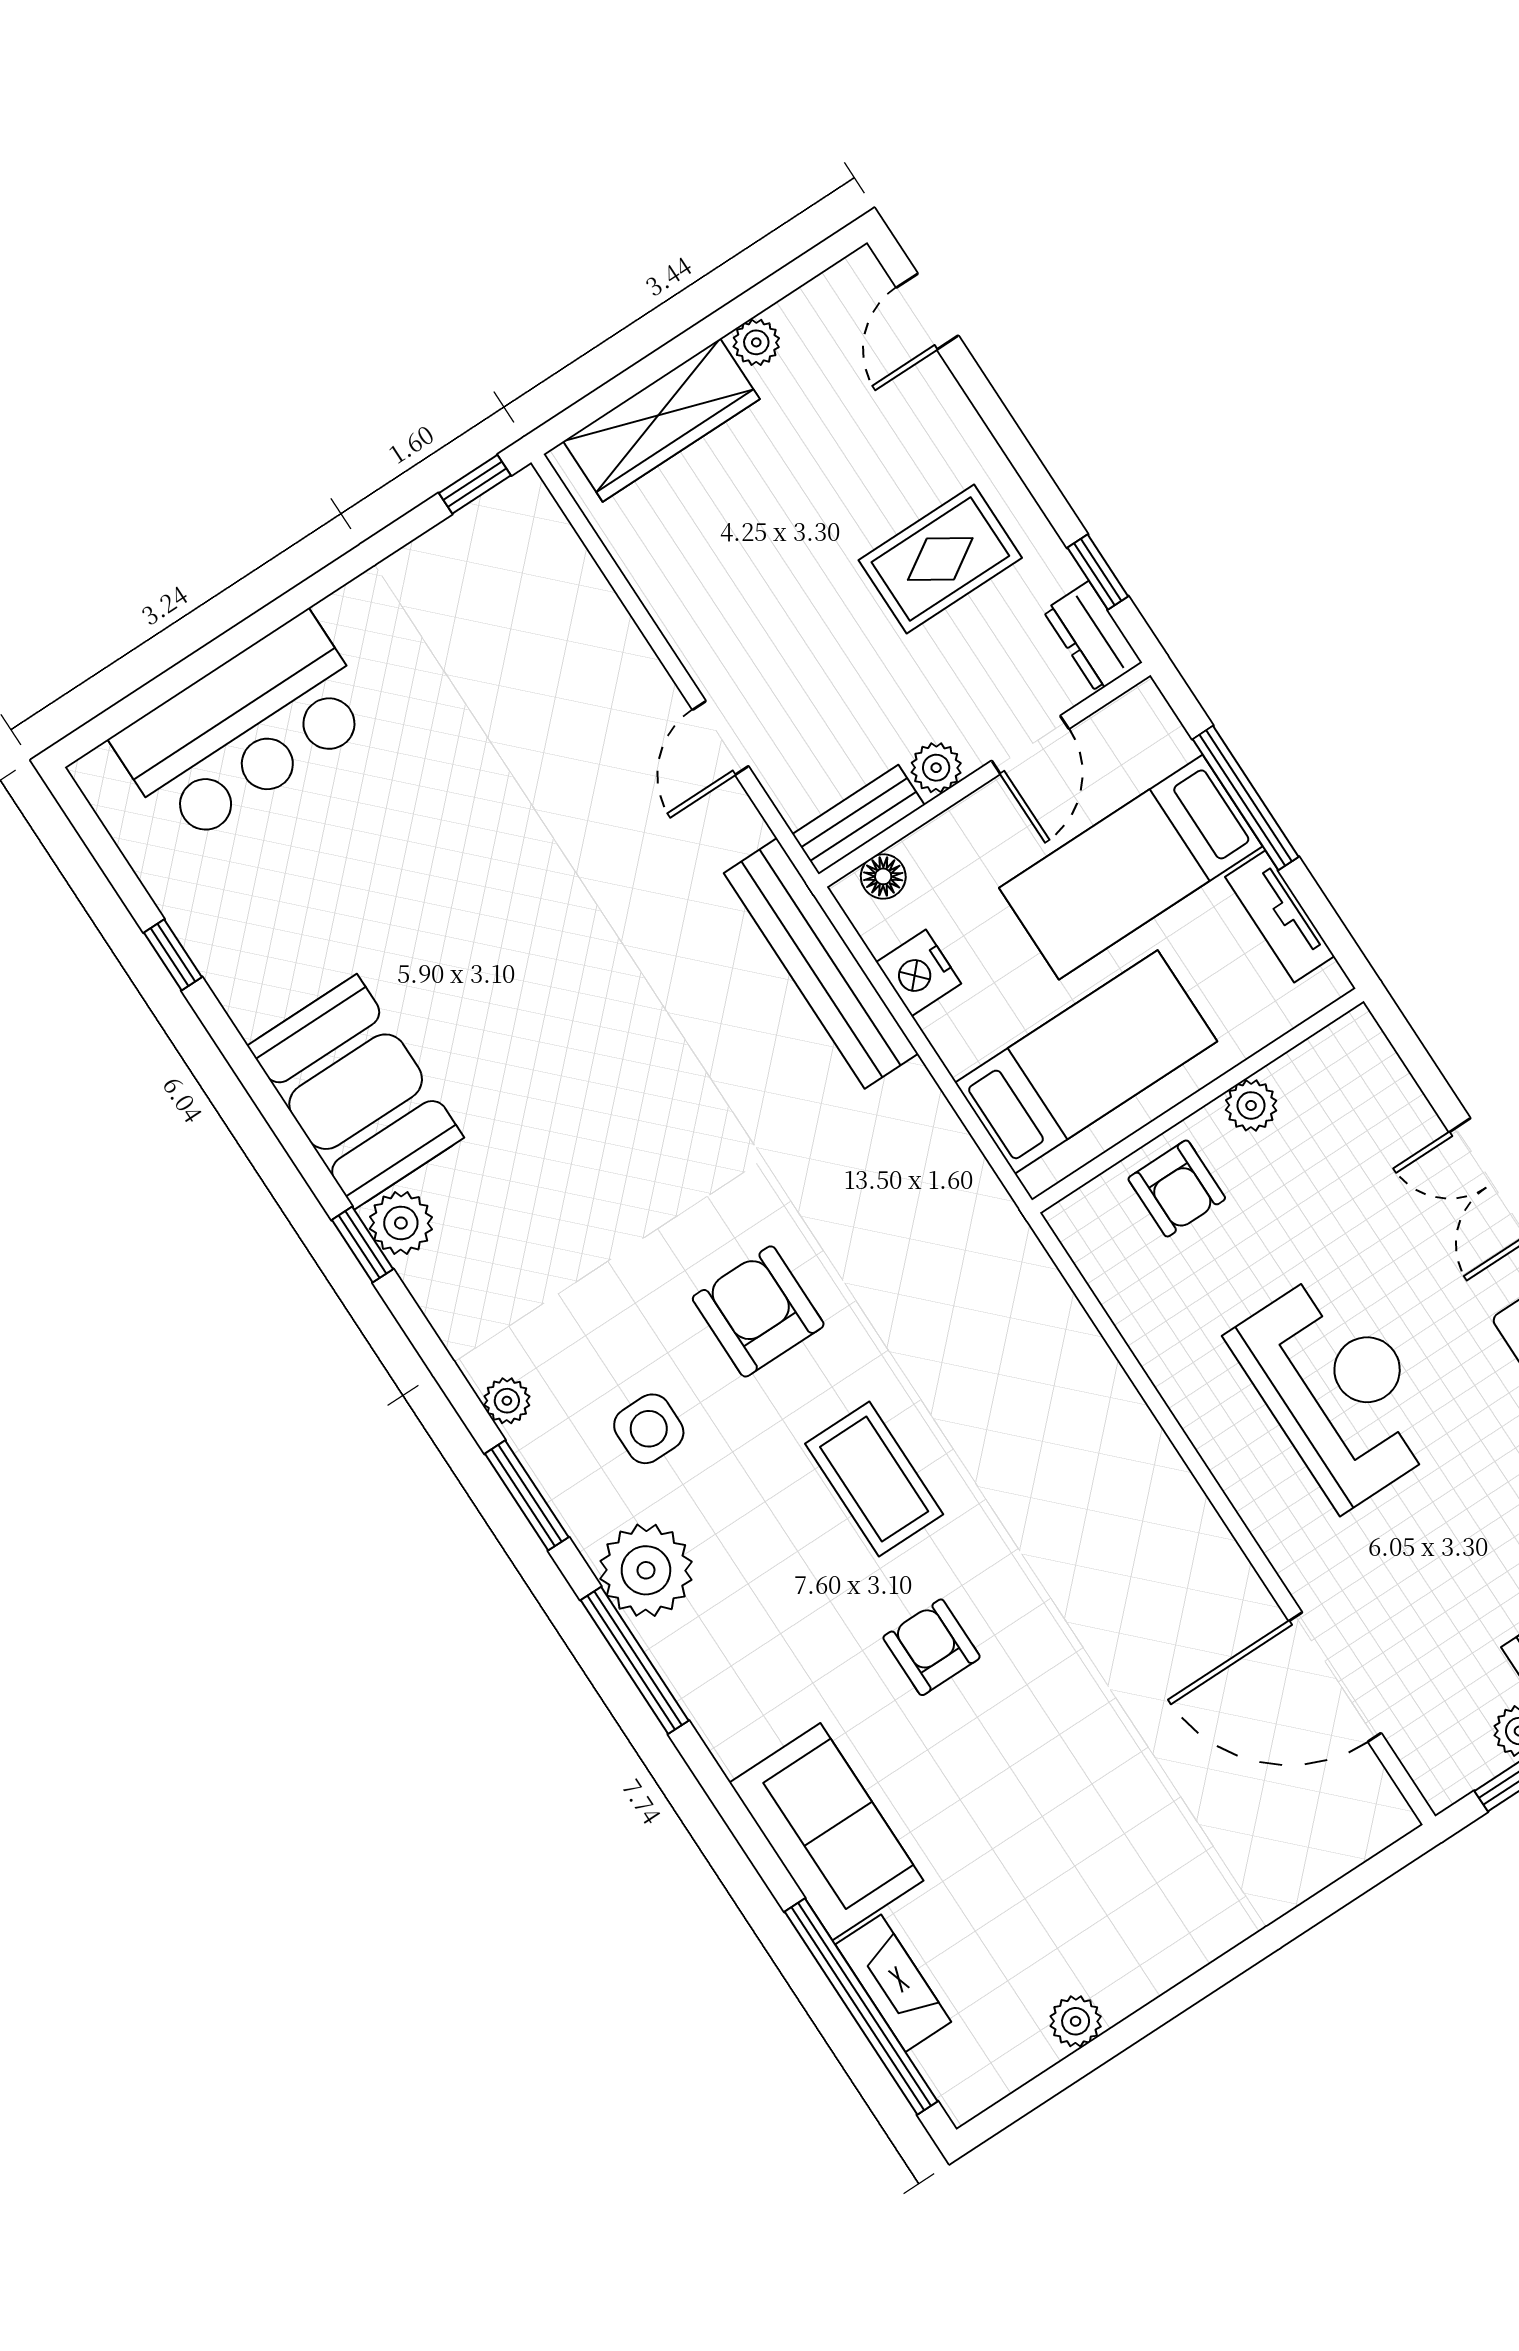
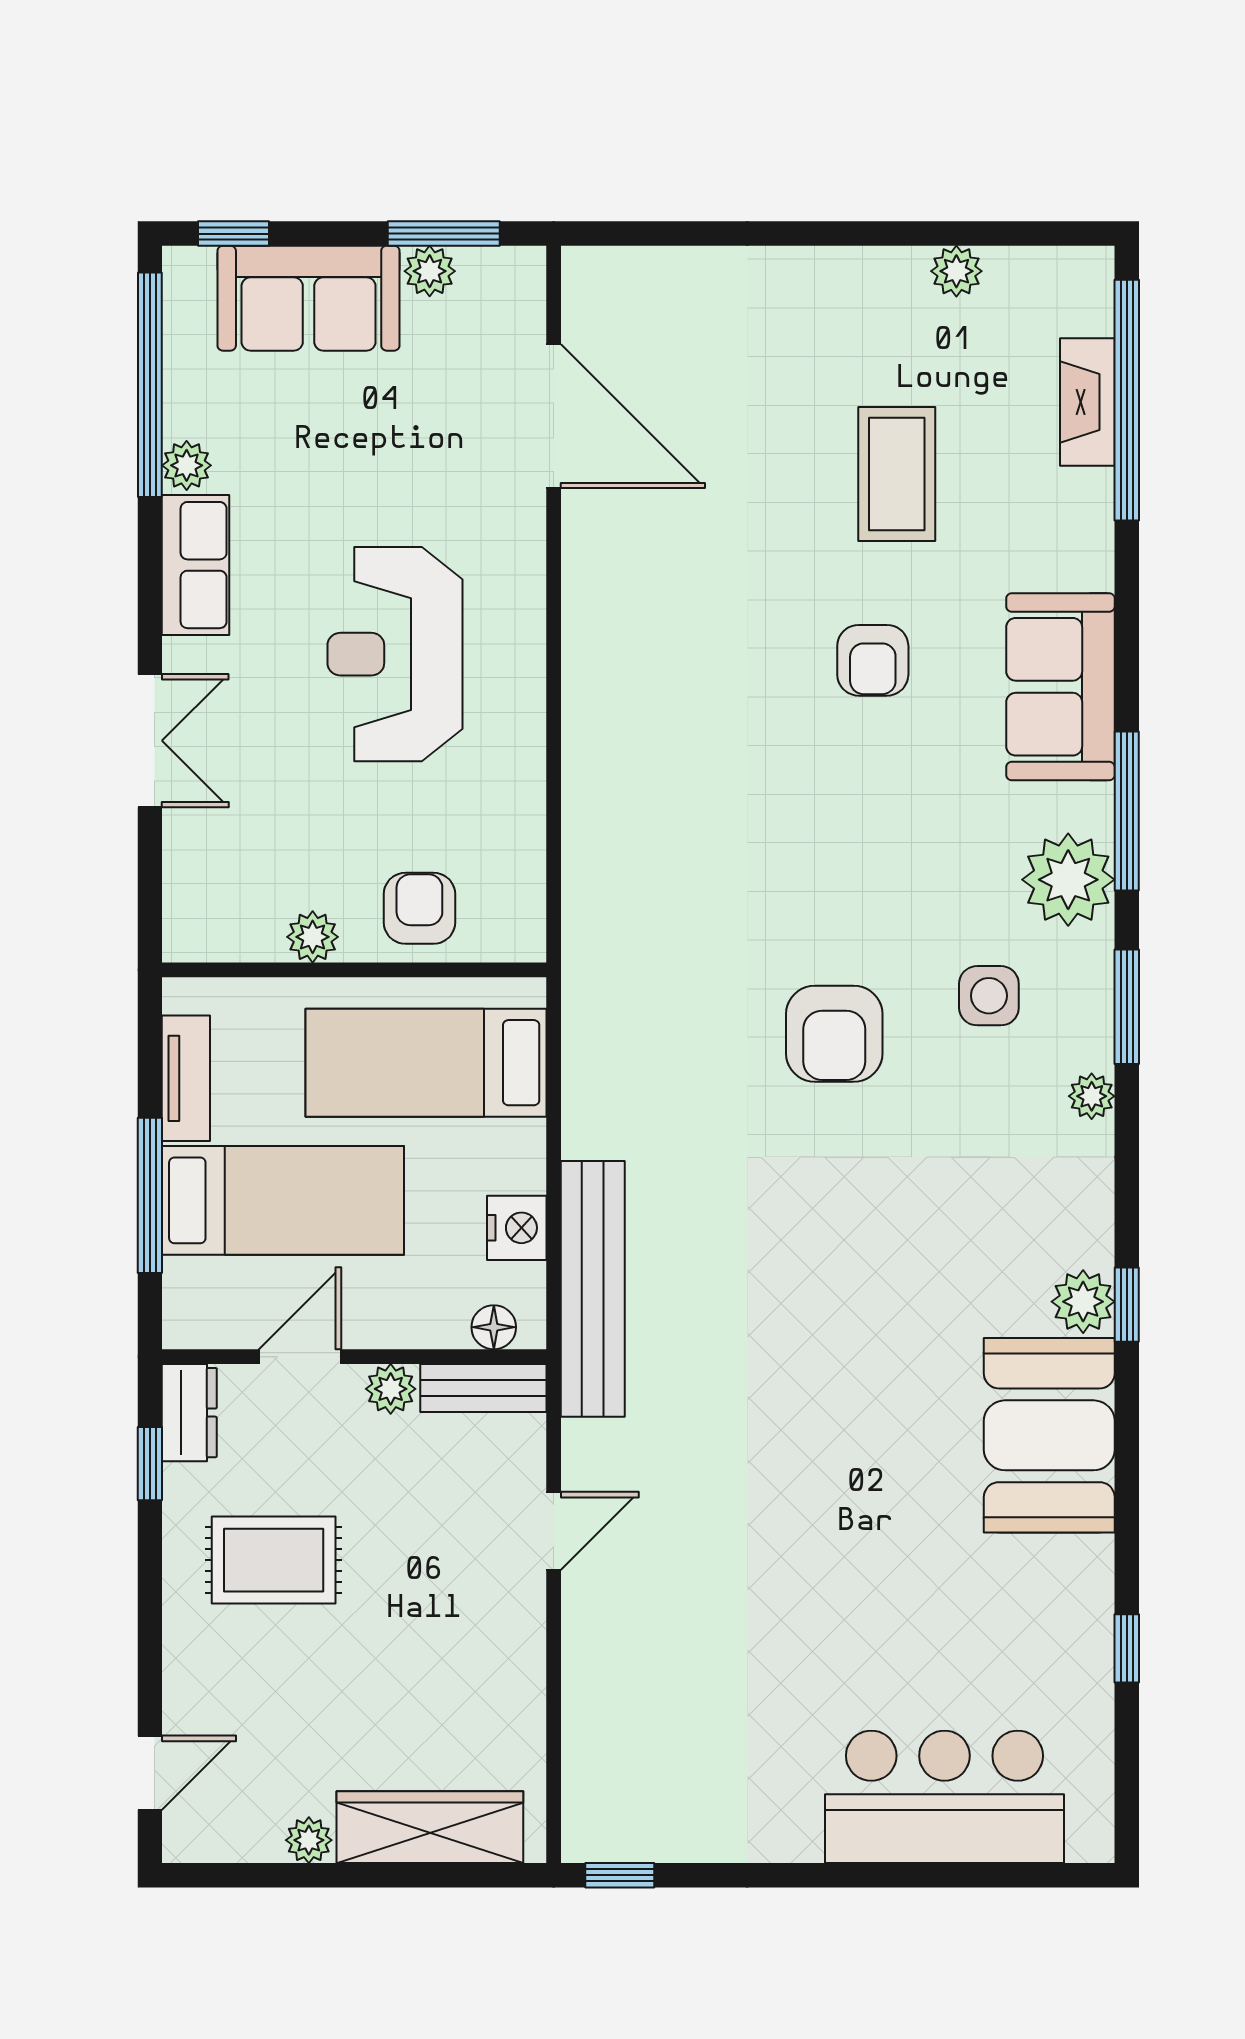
coffee table: (874, 1479) -> (897, 474), moved
sofa: (826, 1832) -> (1060, 687), moved

